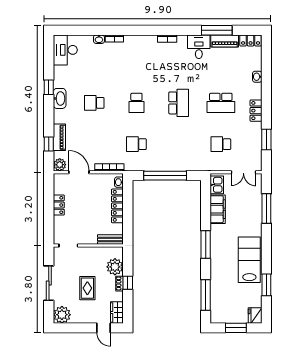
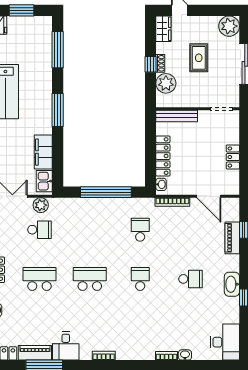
school desk: (179, 103) -> (90, 279), turned 90
school desk: (136, 144) -> (140, 230), turned -90
plant: (60, 165) -> (41, 205), moved
bench: (110, 239) -> (177, 116), width x1.36

